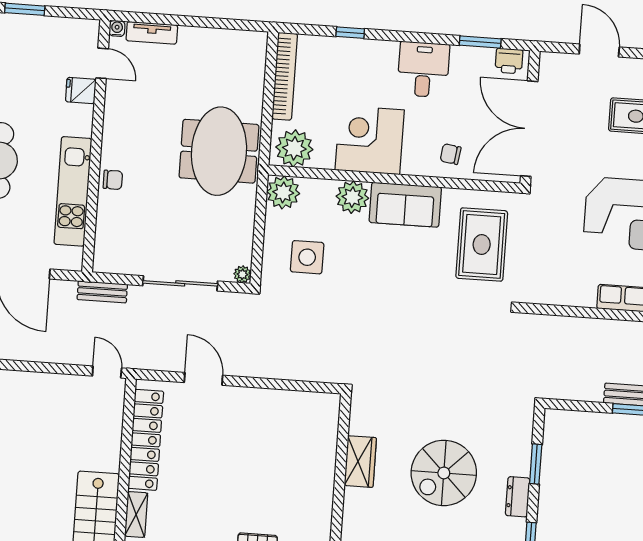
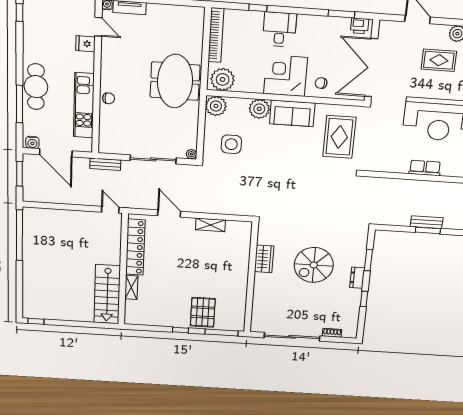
desk: (423, 69) -> (280, 29), moved
corner desk: (370, 140) -> (286, 76), moved
shelving: (271, 399) -> (210, 225), added

